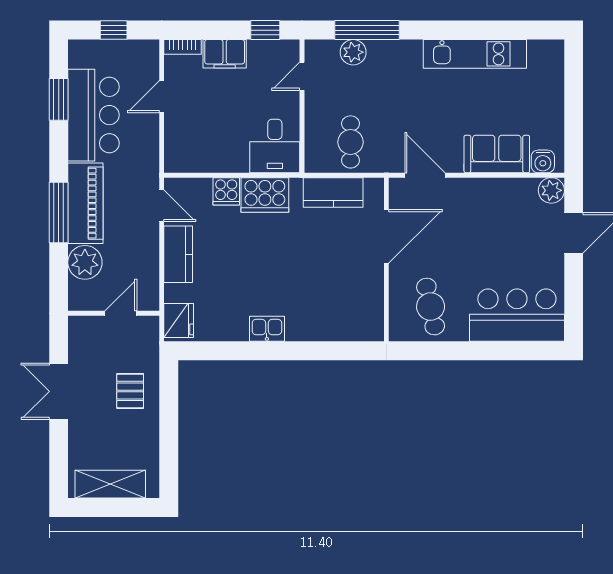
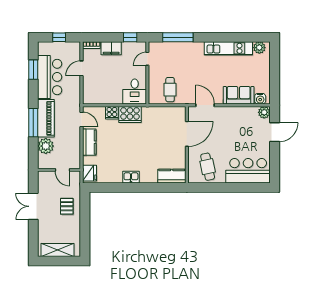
plant: (353, 52) -> (259, 48), moved
kitchen counter: (333, 192) -> (172, 176), moved, turned 180
door: (121, 313) -> (62, 170), swing flipped

